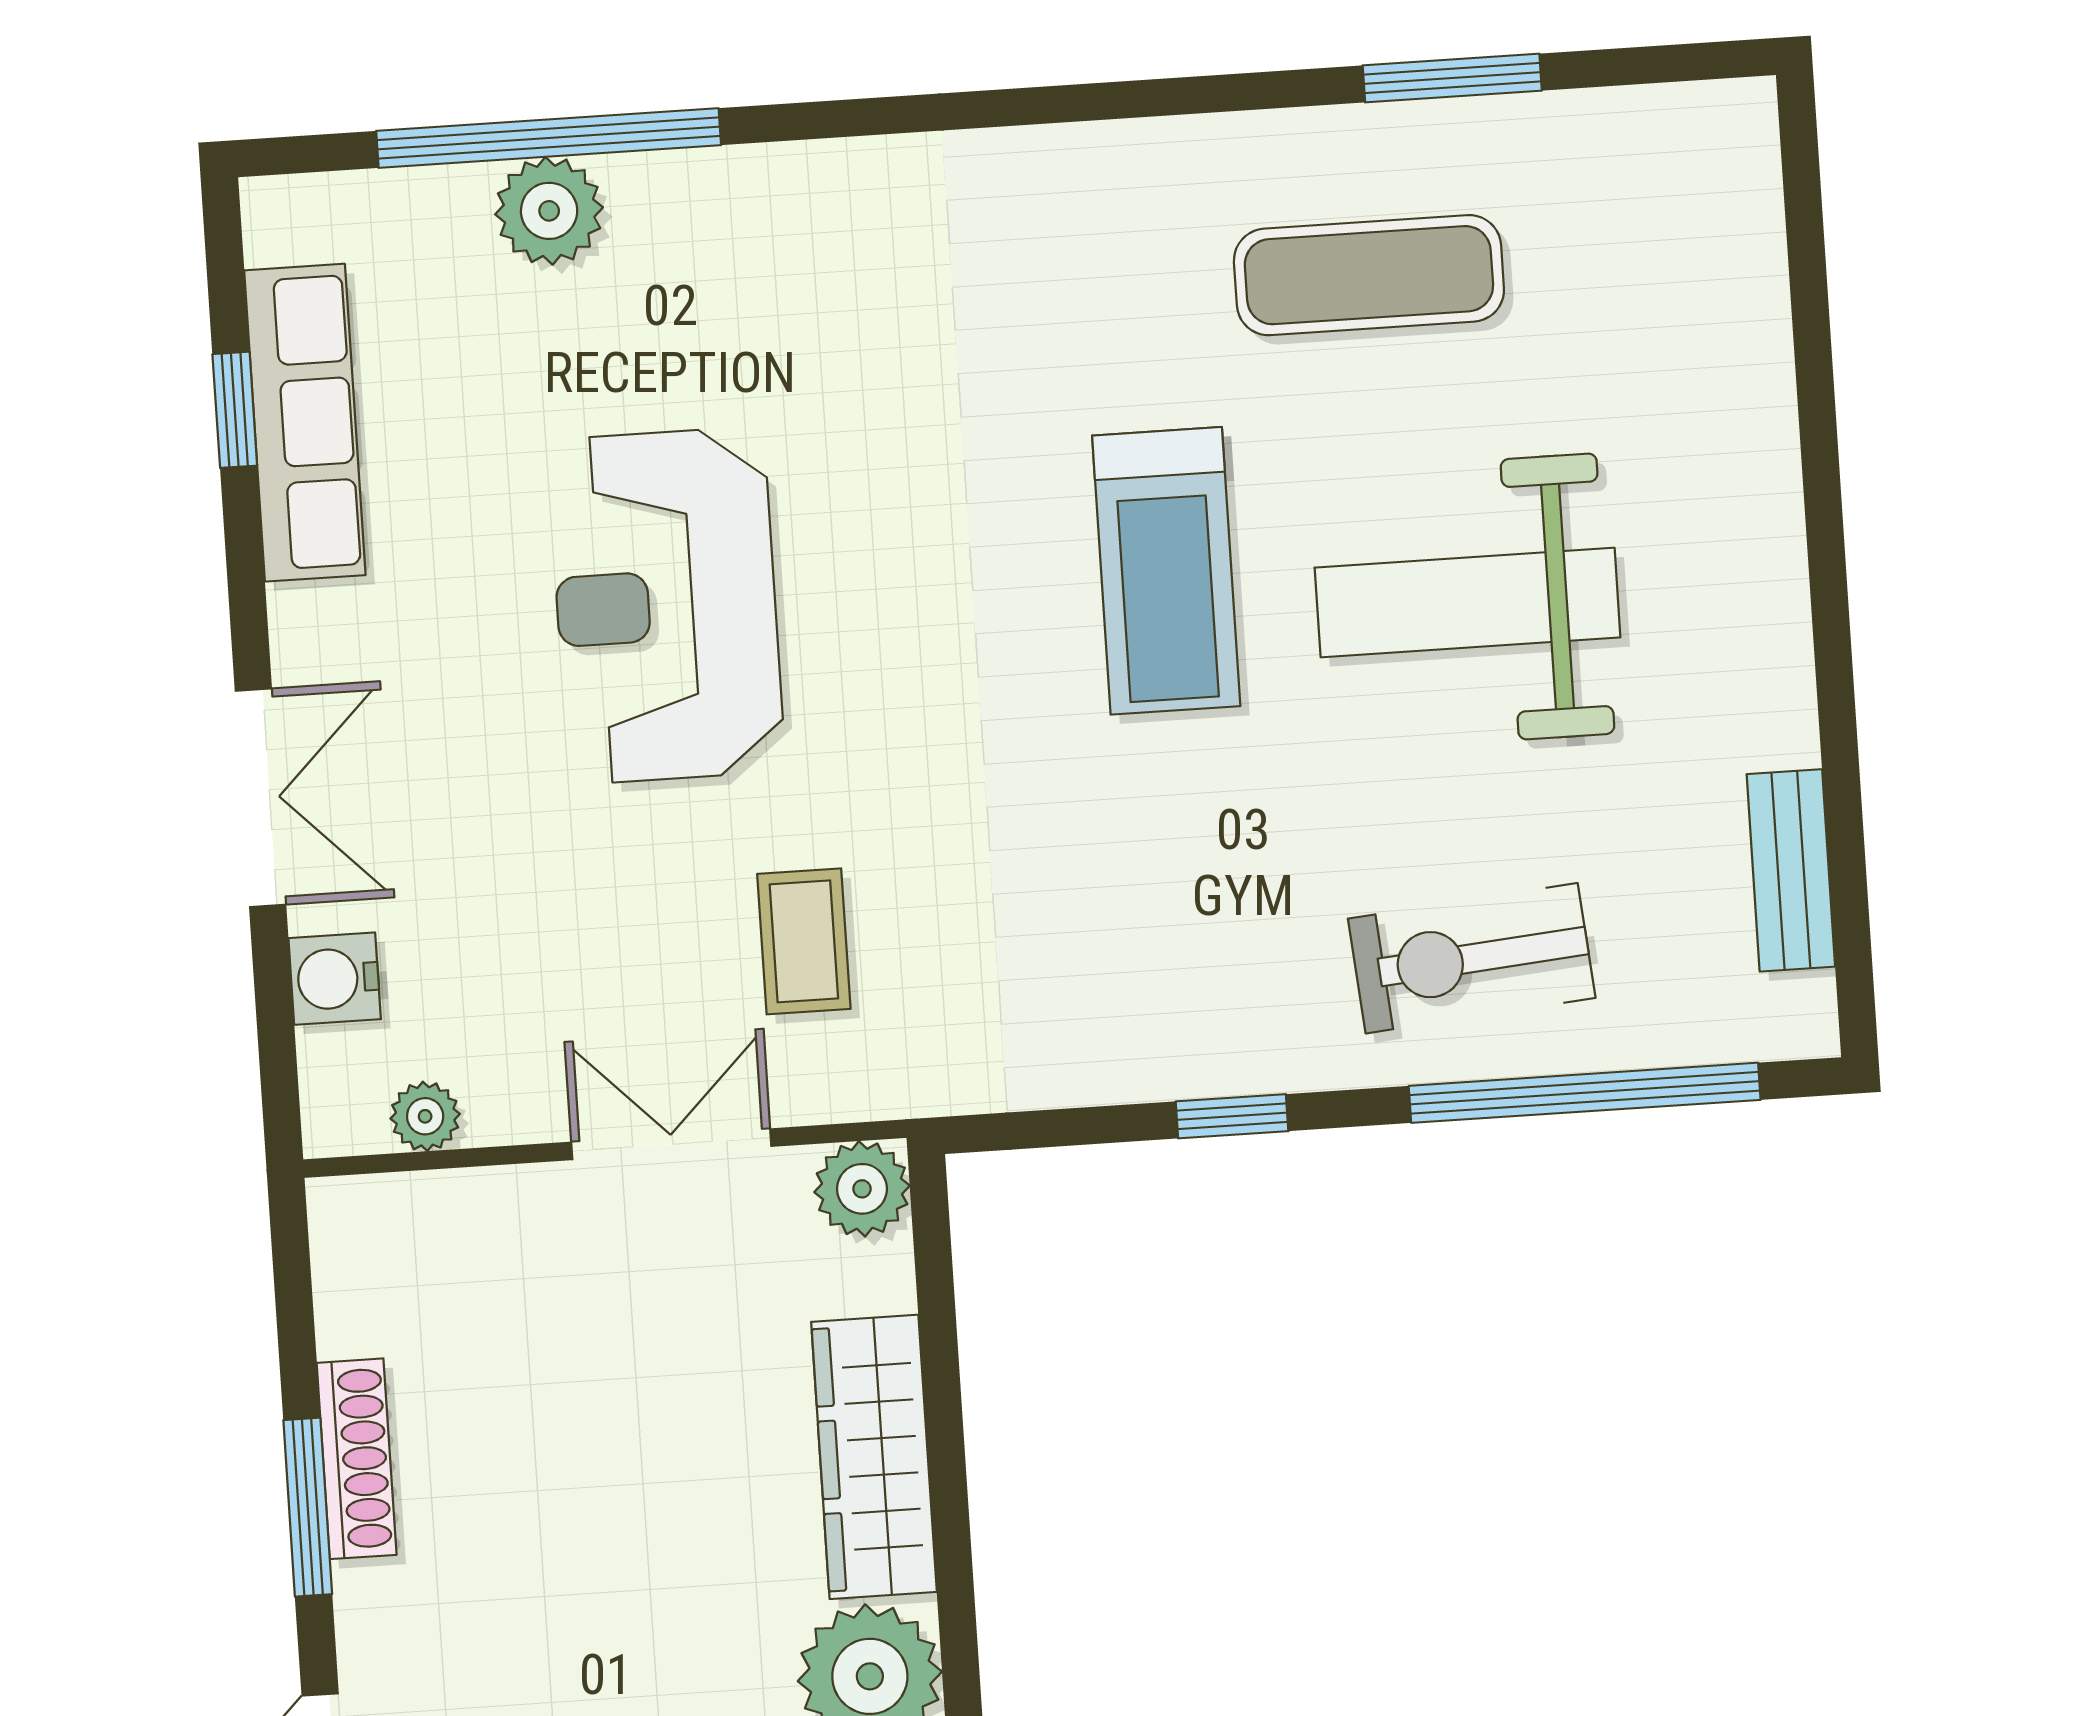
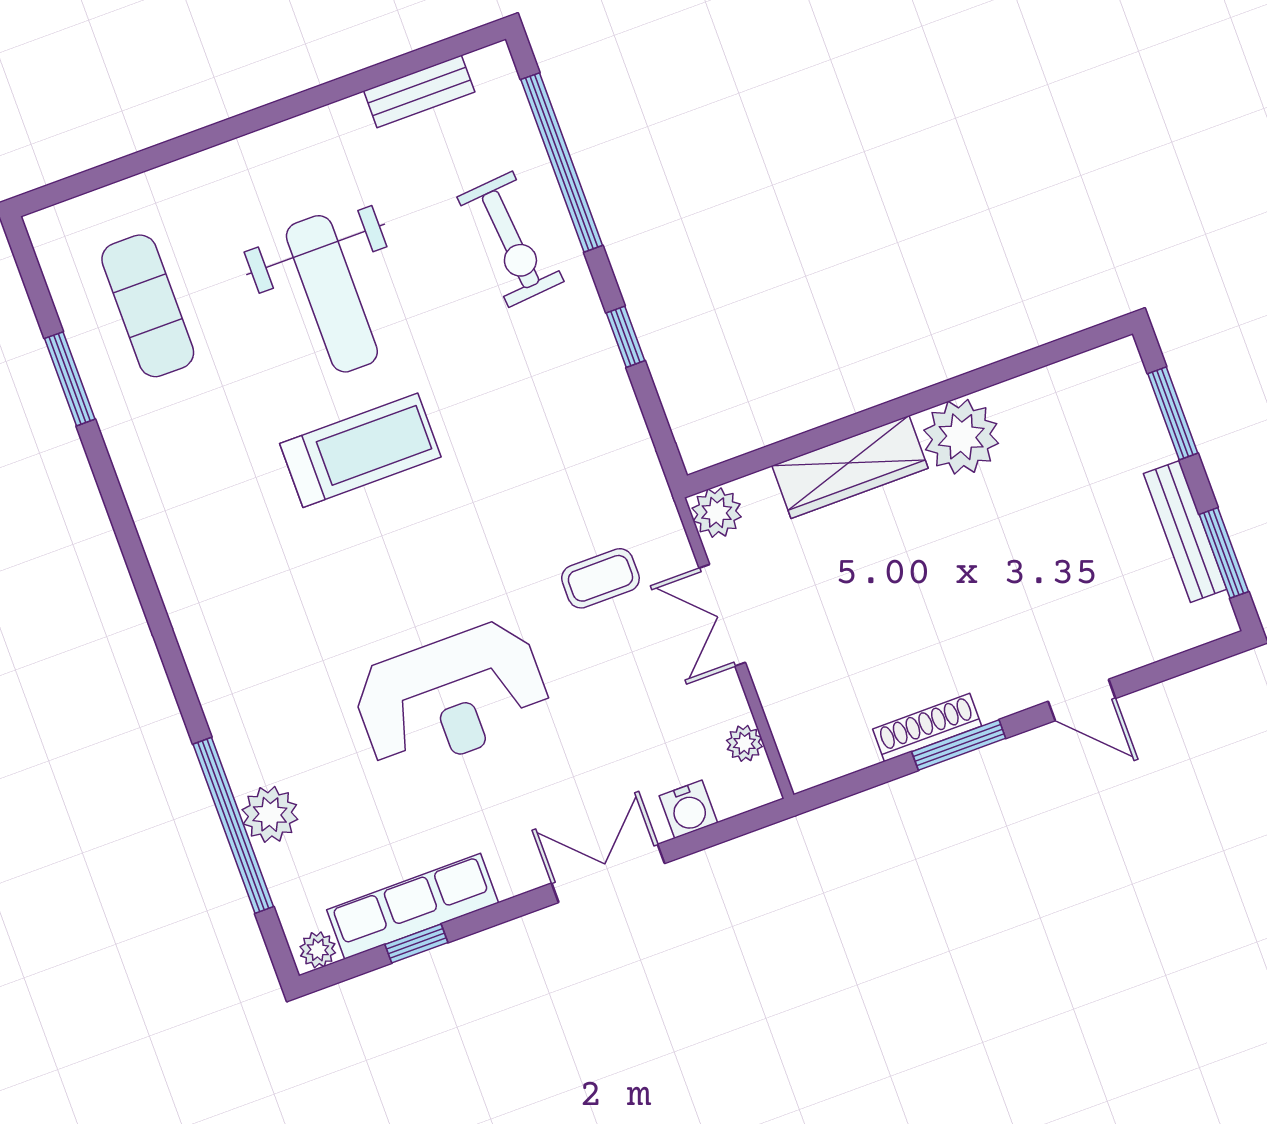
plant: (276, 226) -> (318, 950), added
exercise mat: (1369, 275) -> (148, 306), moved

